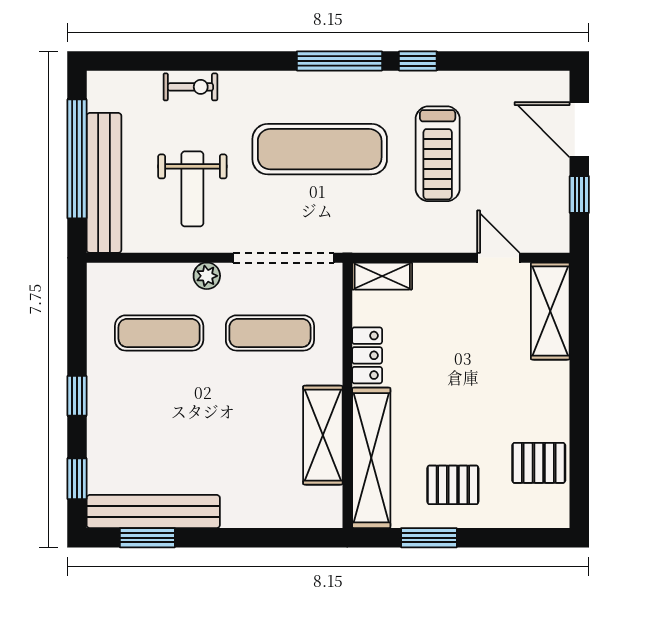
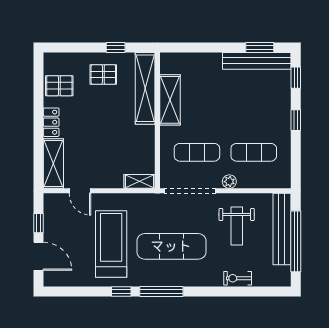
treadmill: (438, 154) -> (111, 244), width x1.37, depth x1.38
weight bench: (192, 189) -> (237, 226), turned 180
locker: (367, 355) -> (51, 122), moved, turned 180
window: (429, 538) -> (116, 47), width x0.67

